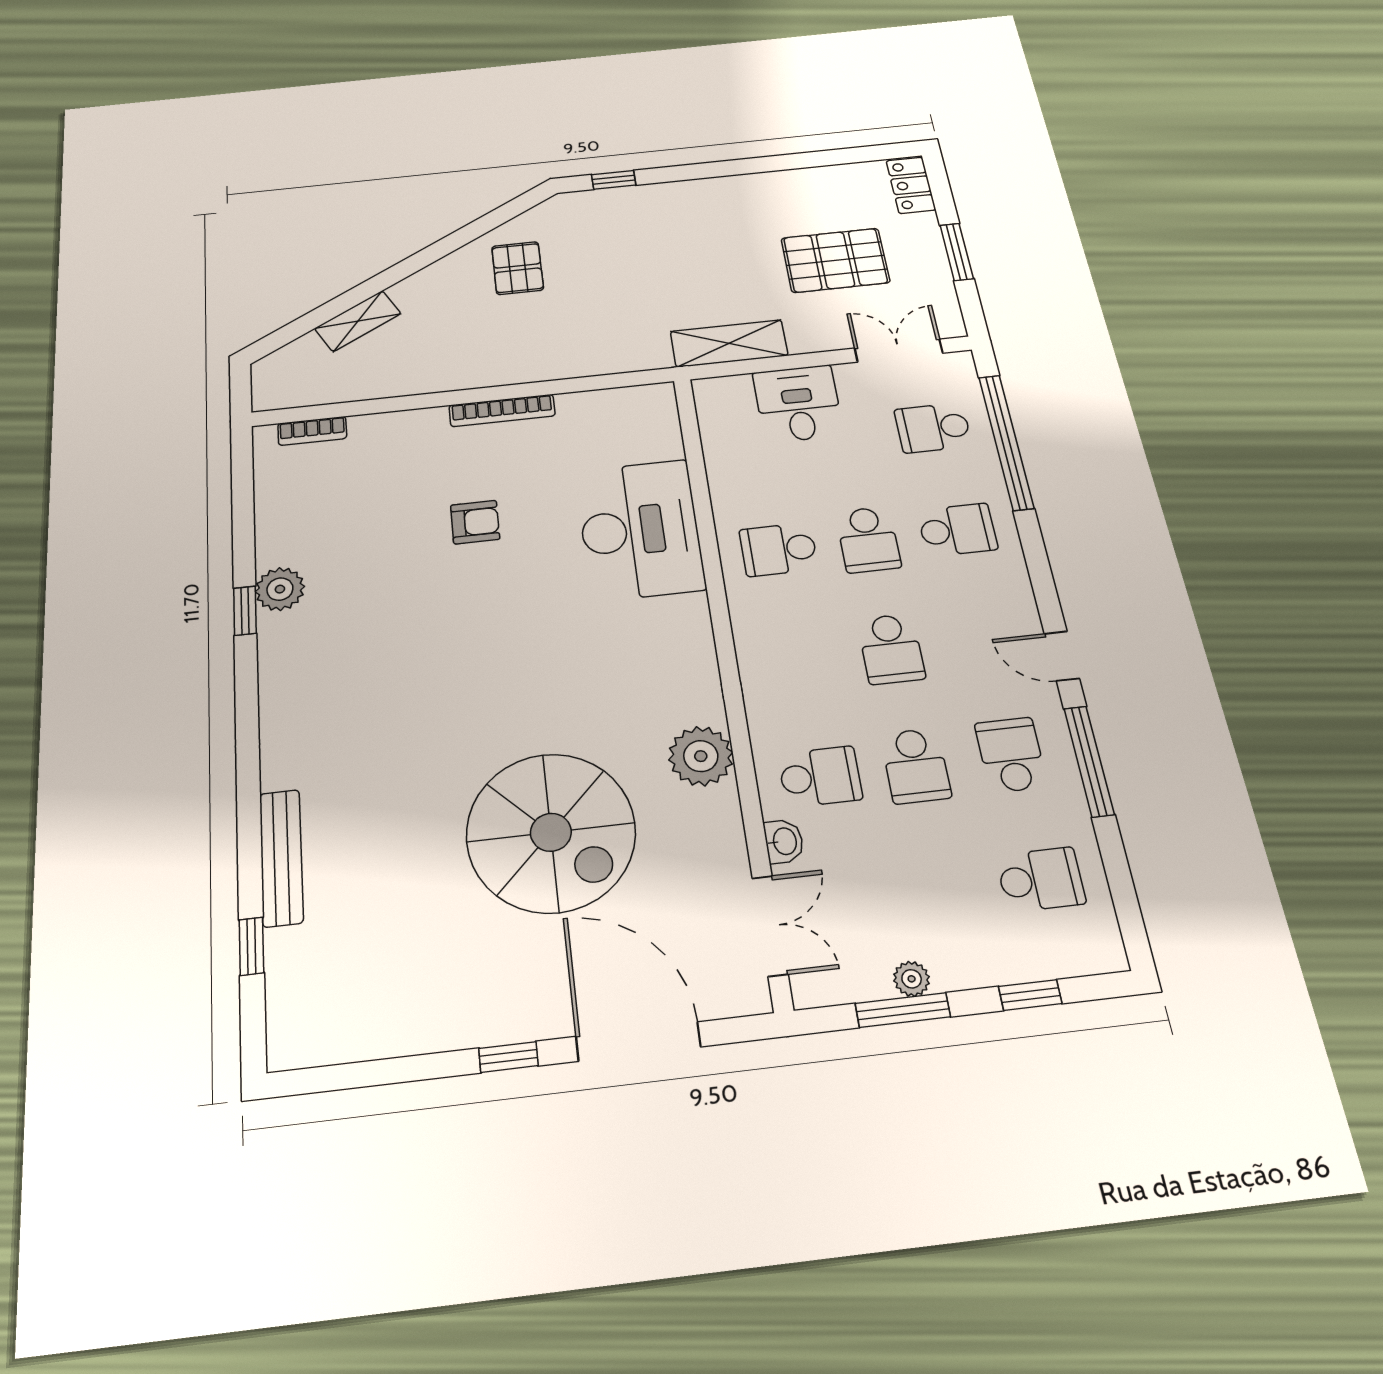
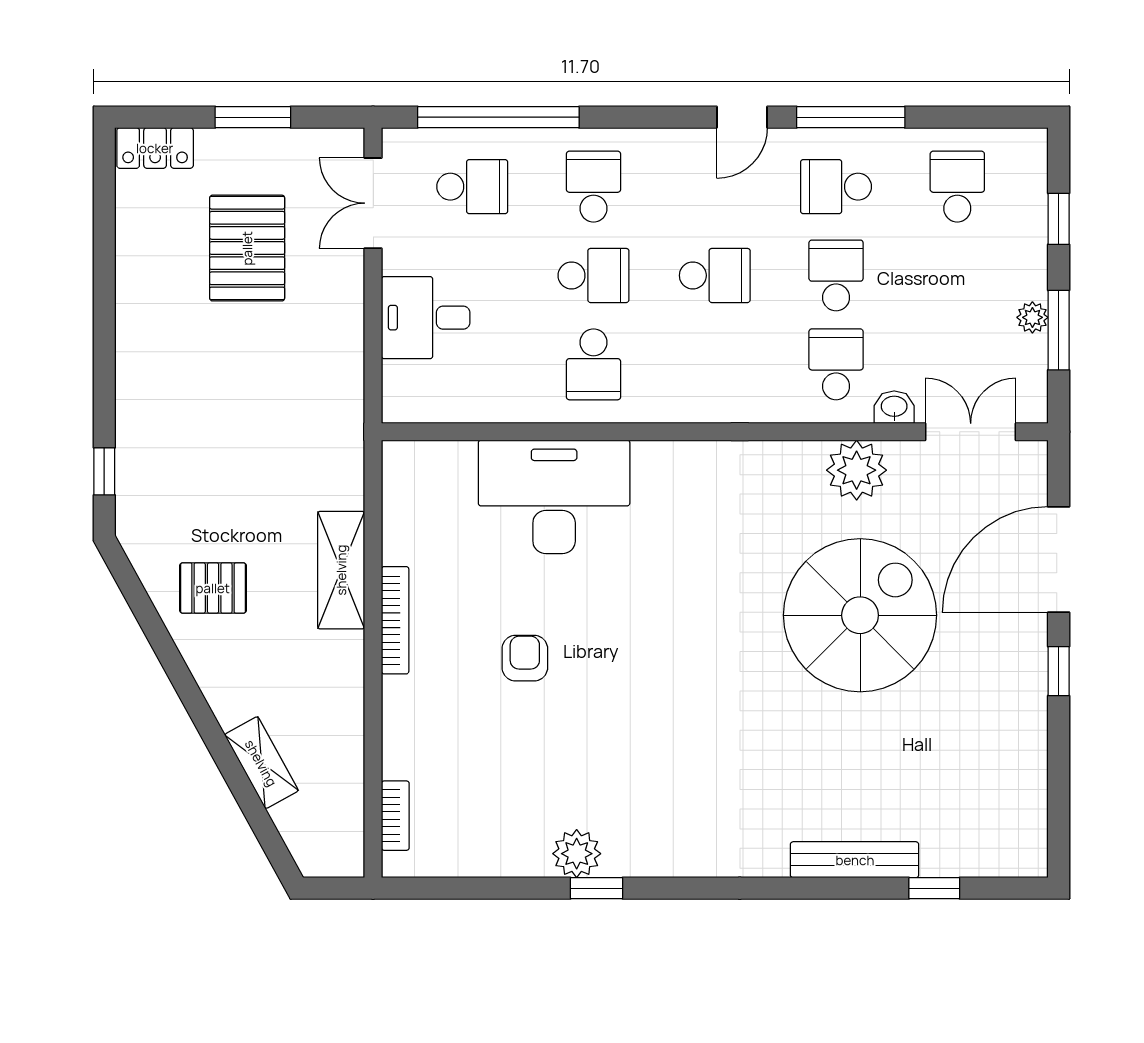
shelving: (729, 343) -> (341, 570), moved
school desk: (933, 428) -> (472, 187), turned -90
plant: (701, 756) -> (857, 470), moved
school desk: (916, 766) -> (836, 275), turned -90

